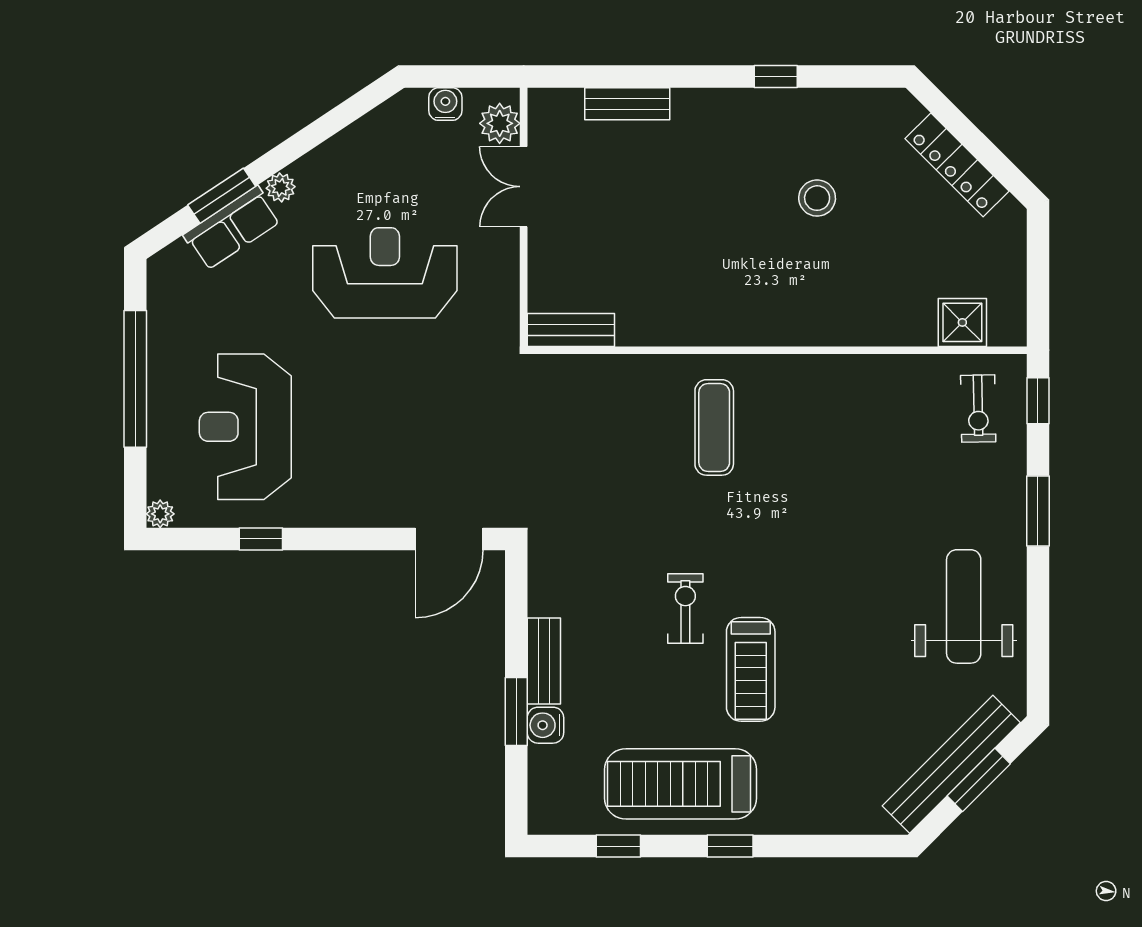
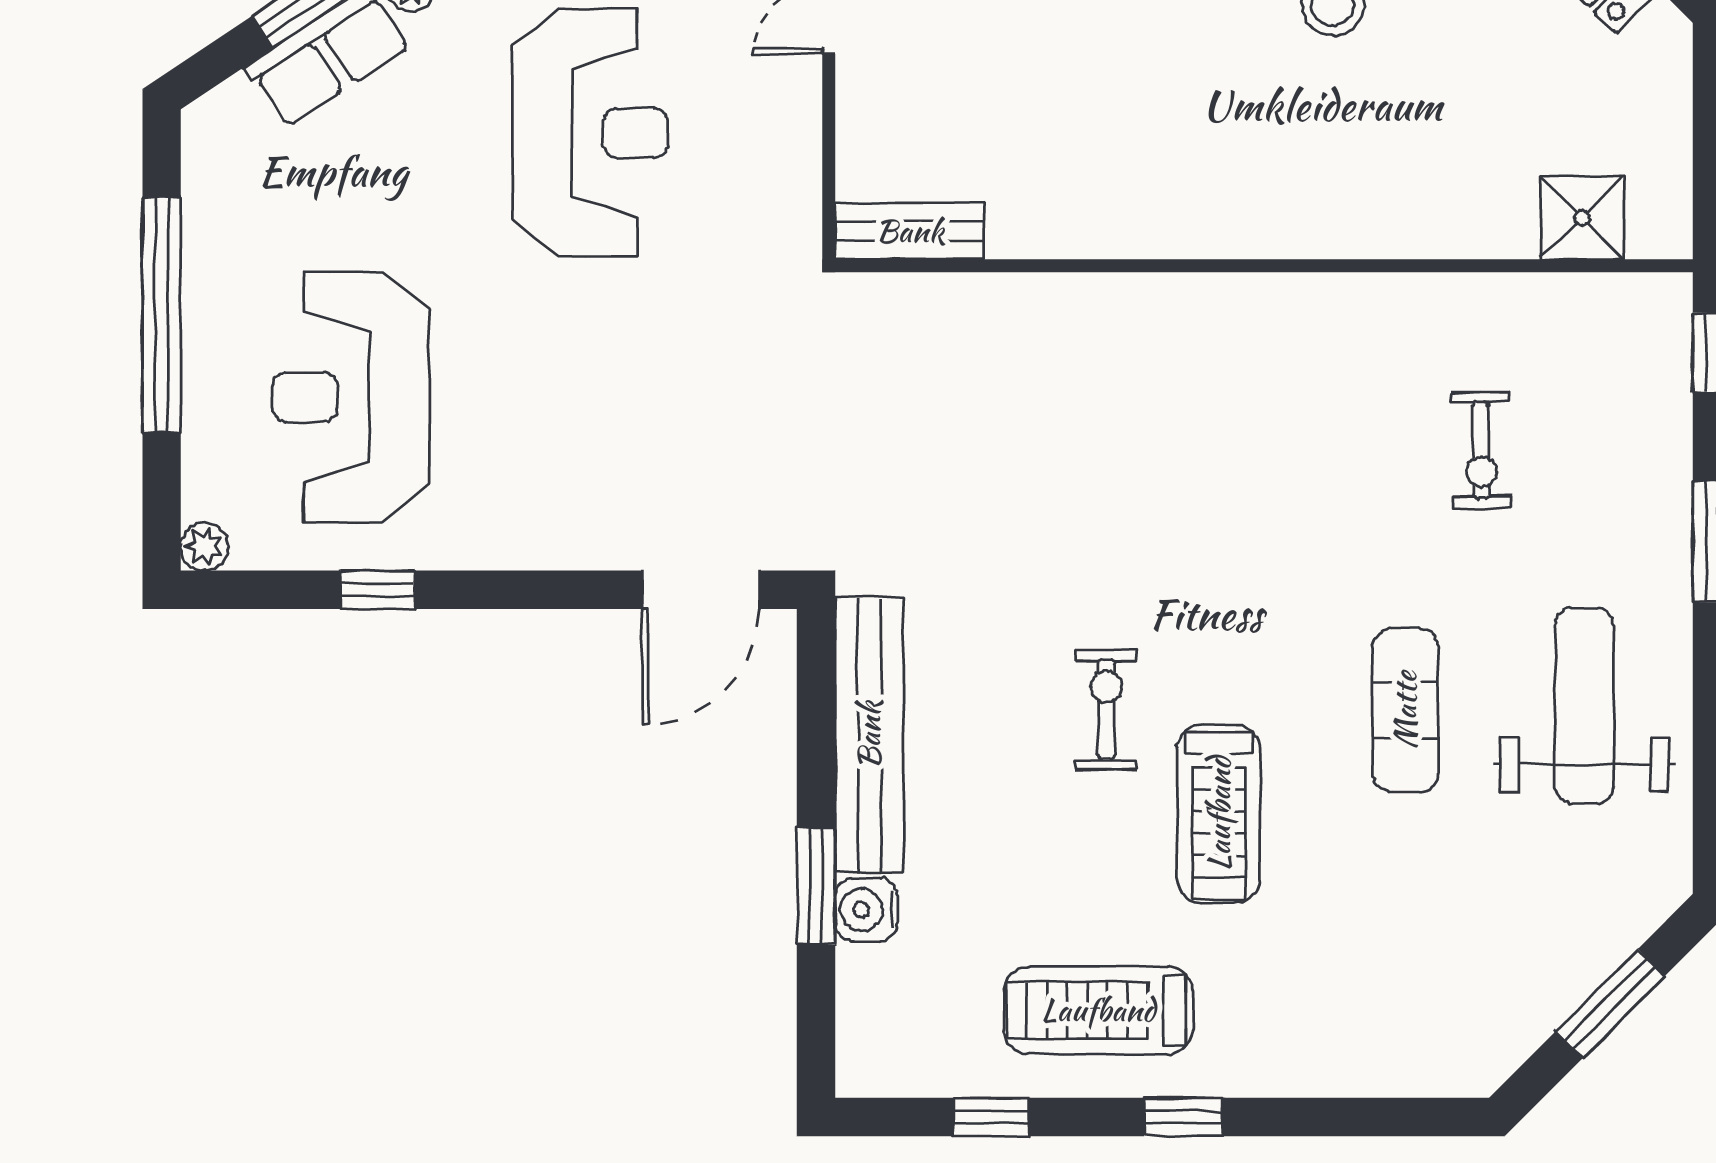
reception desk: (385, 273) -> (590, 133), turned 90
exercise bike: (978, 409) -> (1481, 450), moved
exercise mat: (714, 427) -> (1405, 710), moved
bench: (544, 661) -> (869, 735), width x1.86, depth x1.21
bench: (951, 764) -> (1563, 977), removed
treadmill: (681, 784) -> (1098, 1010), width x0.73, depth x0.73

